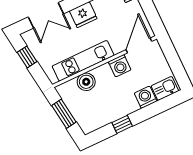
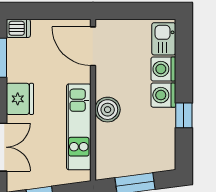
washing machine: (120, 66) -> (163, 95), moved, turned 180
boiler: (86, 82) -> (108, 110), moved

